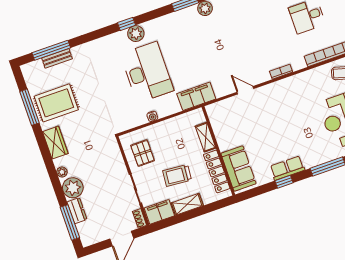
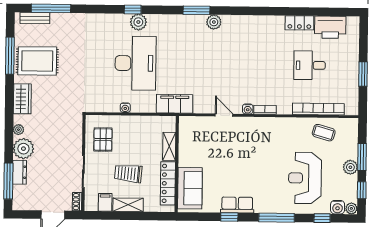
bench: (57, 58) -> (35, 18), moved
water cooler: (265, 77) -> (248, 109), added
filing cabinet: (159, 212) -> (105, 202), width x0.50

